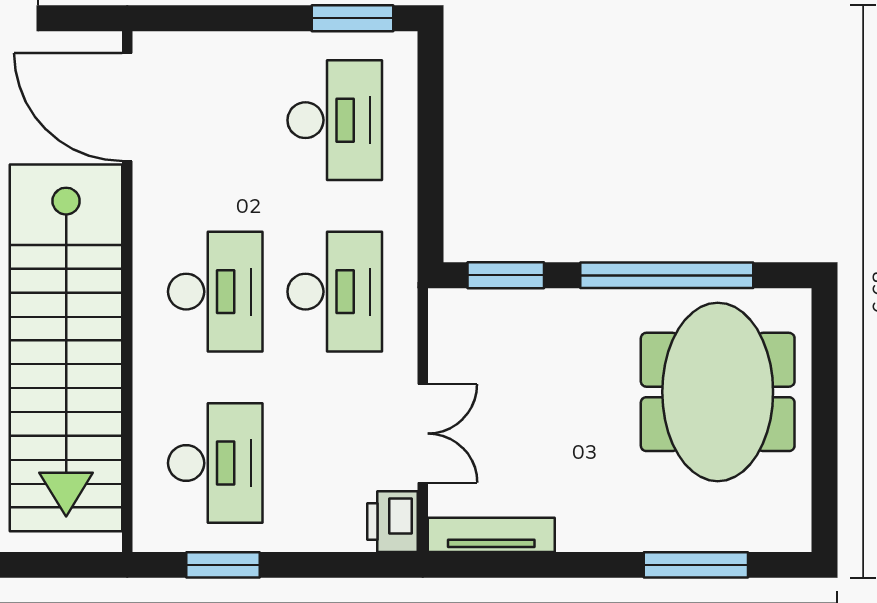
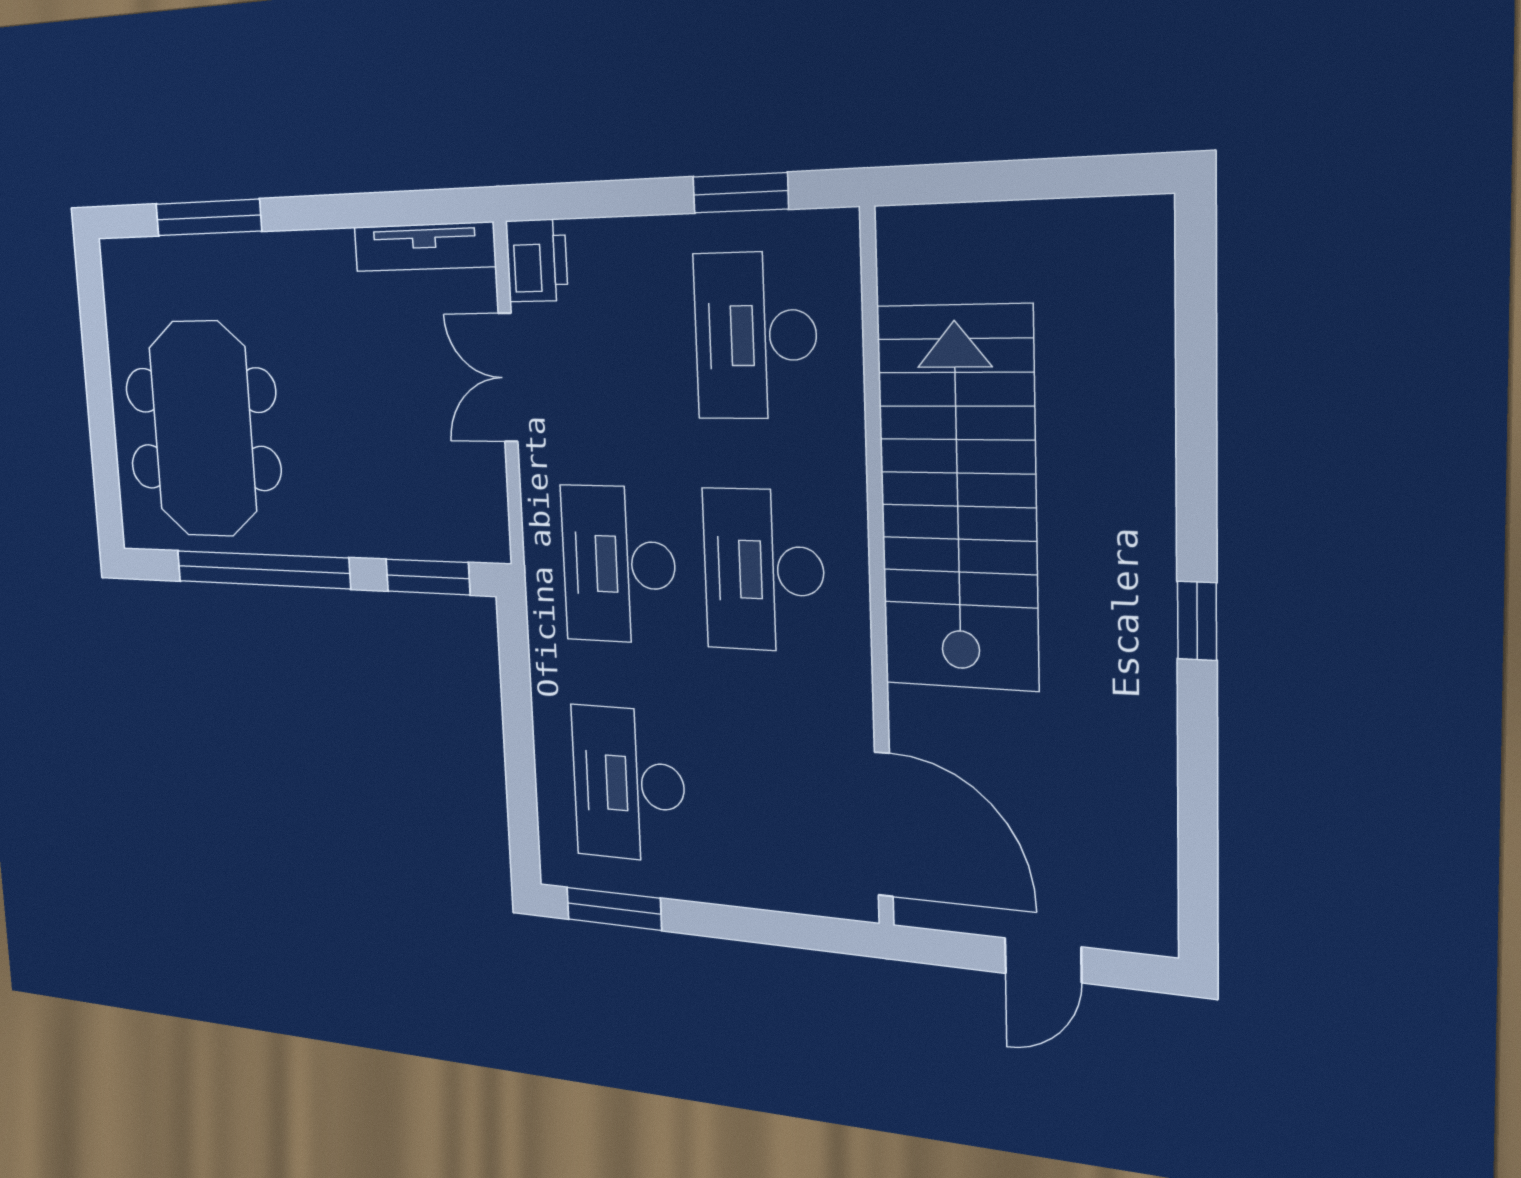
stairs: (66, 348) -> (958, 498), width x0.73

